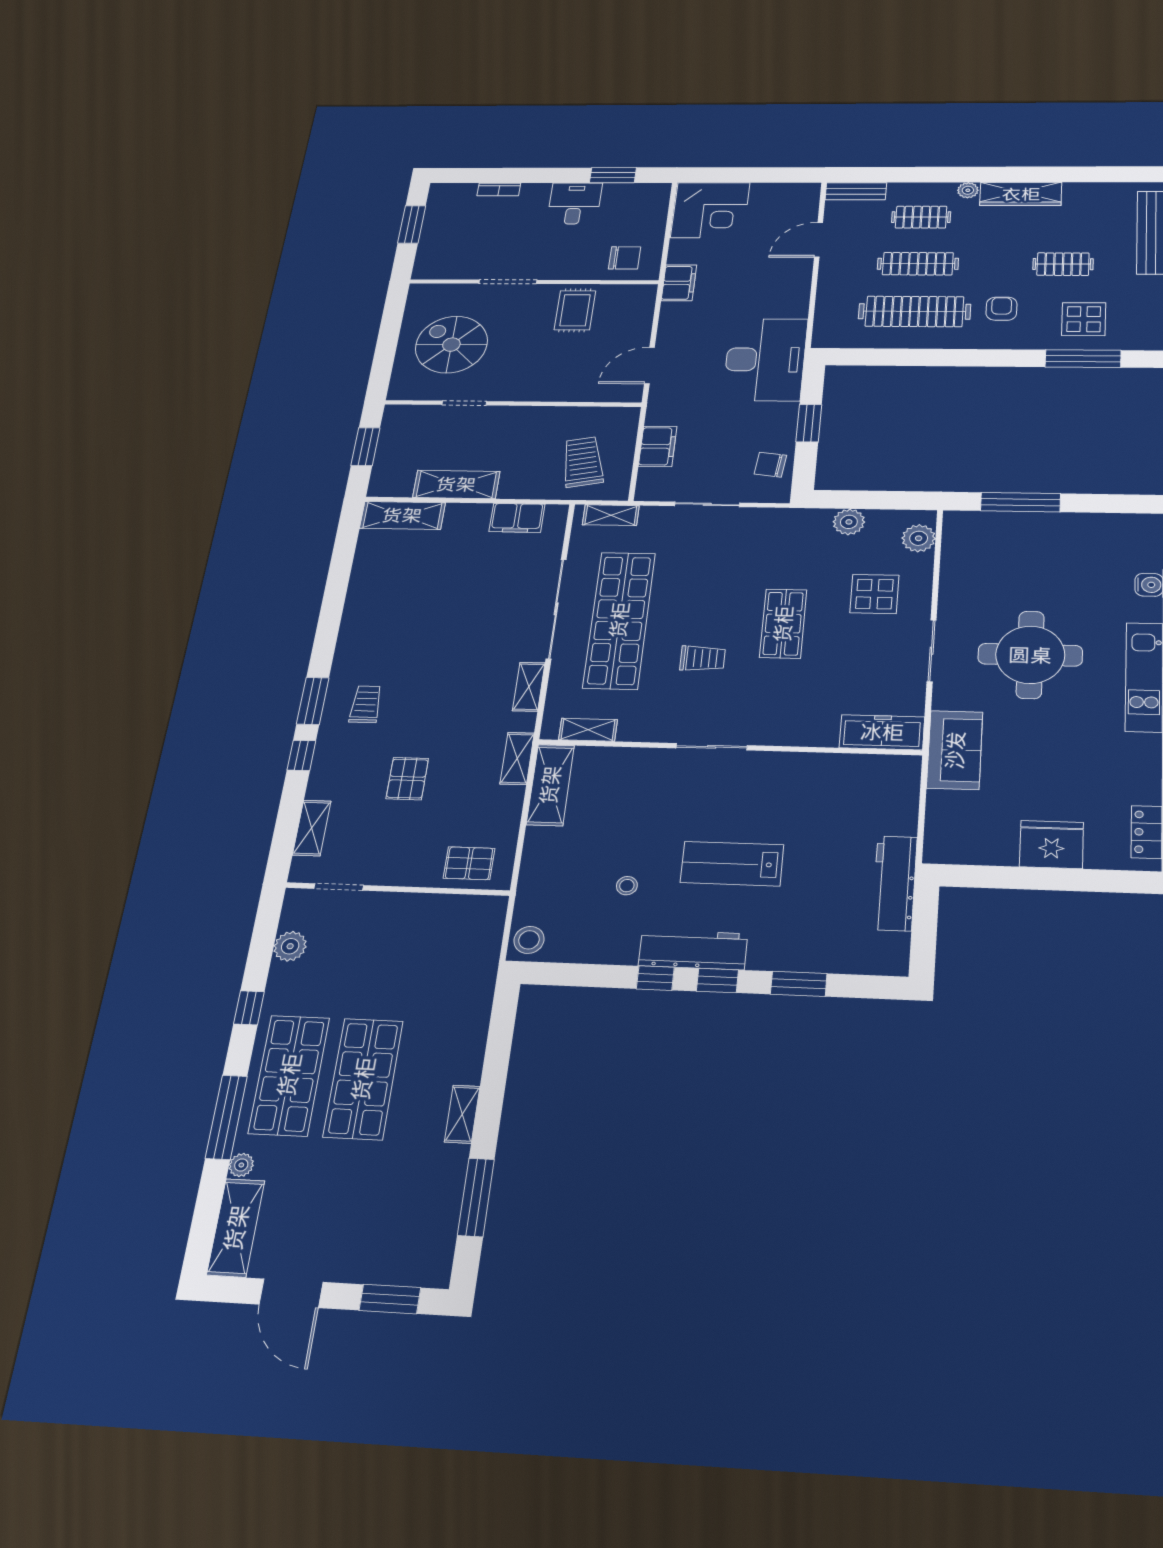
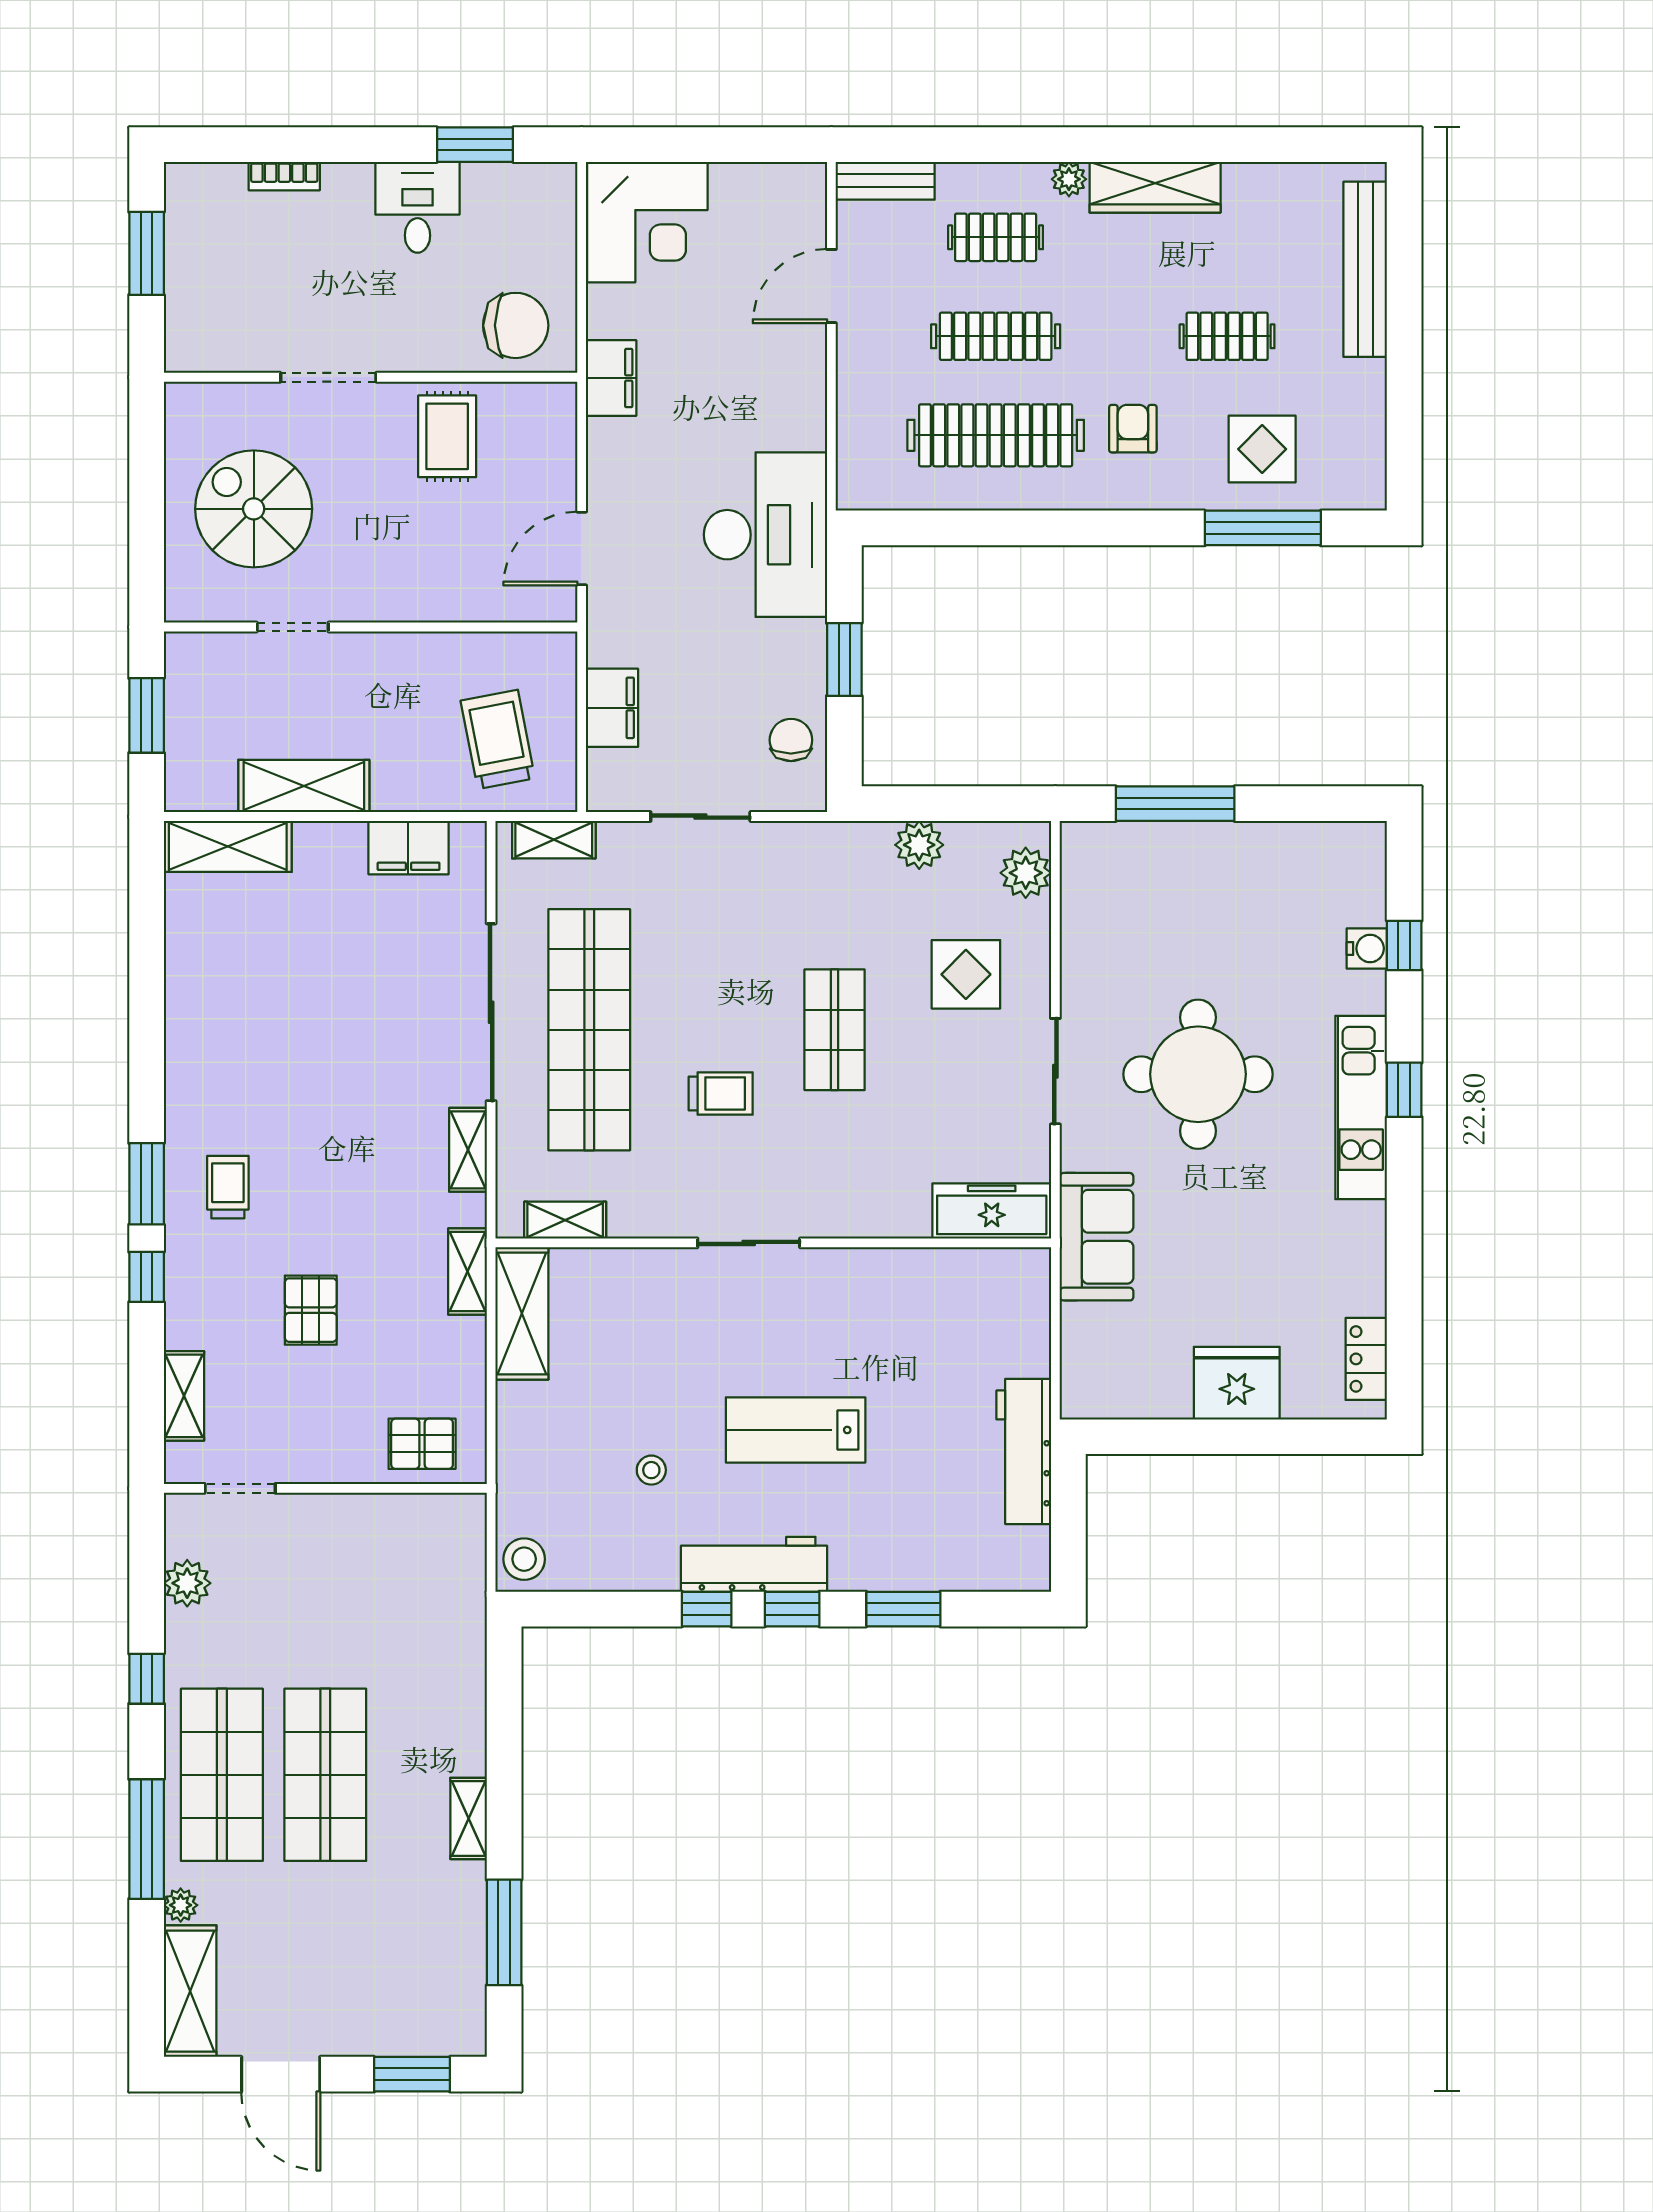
chair: (625, 258) -> (516, 325), width x1.37, depth x1.37
chair: (770, 465) -> (791, 740), turned 83

